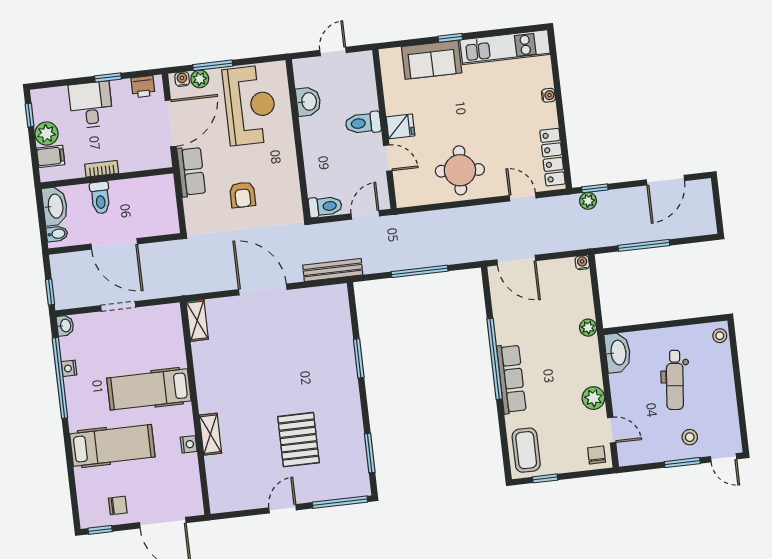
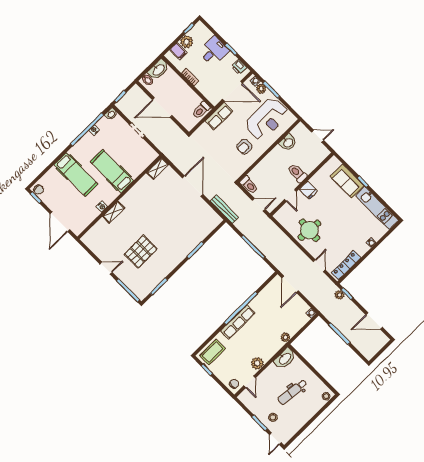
armchair: (243, 195) -> (244, 147), moved
toilet: (100, 198) -> (201, 110), moved
door: (114, 244) -> (162, 108), hinge flipped
chair: (118, 506) -> (38, 190), moved

